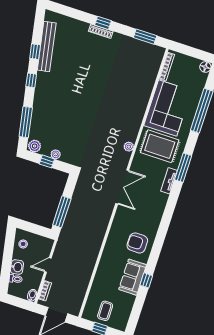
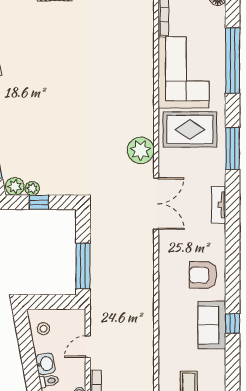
plant: (129, 147) -> (141, 150), width x1.87, depth x1.87
plant: (56, 154) -> (32, 188), moved
tv unit: (169, 181) -> (219, 205), moved

